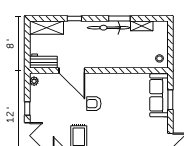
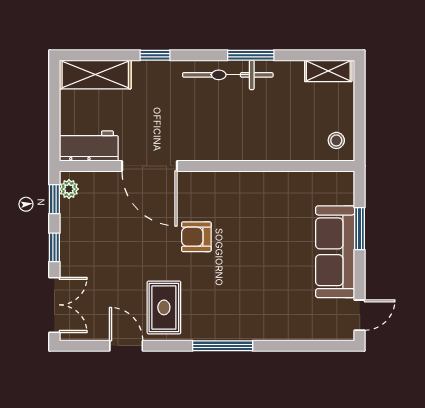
shelving: (142, 26) -> (328, 71), moved
window: (27, 86) -> (54, 199), added
sofa: (159, 95) -> (335, 252), moved

